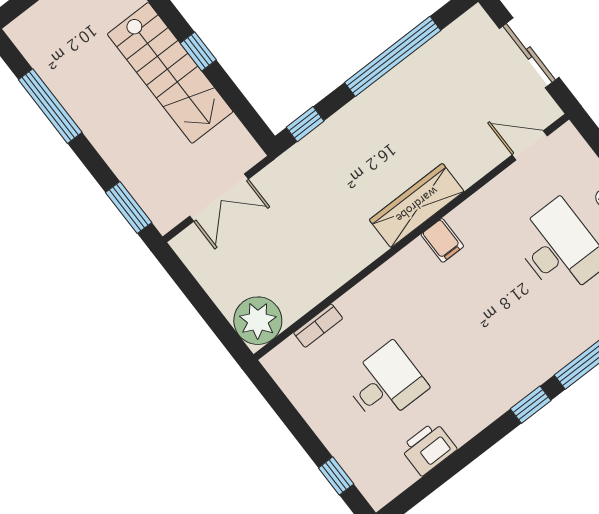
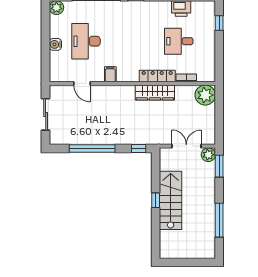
door: (530, 145) -> (82, 83), moved
wardrobe: (417, 205) -> (155, 93), moved
plant: (166, 213) -> (208, 155), added
filing cabinet: (442, 240) -> (110, 74), moved
locker: (376, 287) -> (157, 76), added

